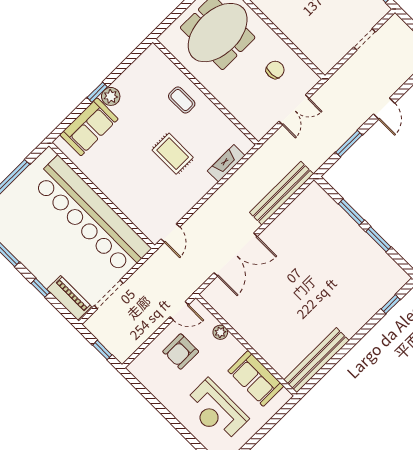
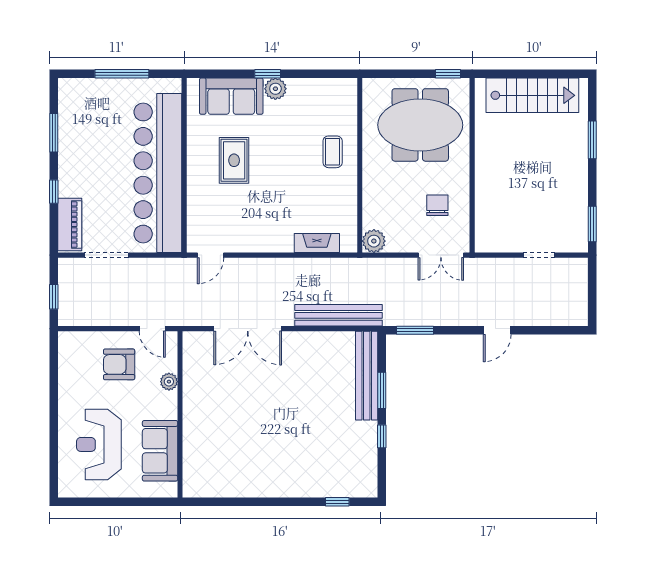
chair: (275, 70) -> (437, 205), turned -86
double door: (294, 110) -> (441, 255), moved
plant: (259, 128) -> (374, 241), added
window: (349, 144) -> (415, 330), moved
rug: (173, 154) -> (234, 160), moved
window: (378, 239) -> (382, 436), width x0.67
bench: (317, 360) -> (367, 376), moved, turned 90

